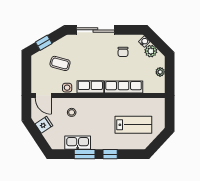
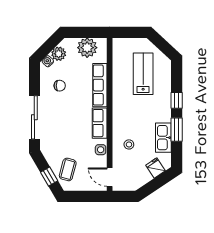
coffee table: (60, 63) -> (68, 169), moved
plant: (160, 72) -> (87, 48), width x1.88, depth x1.88
door: (43, 96) -> (110, 177), swing flipped
fridge: (44, 125) -> (155, 168), moved

